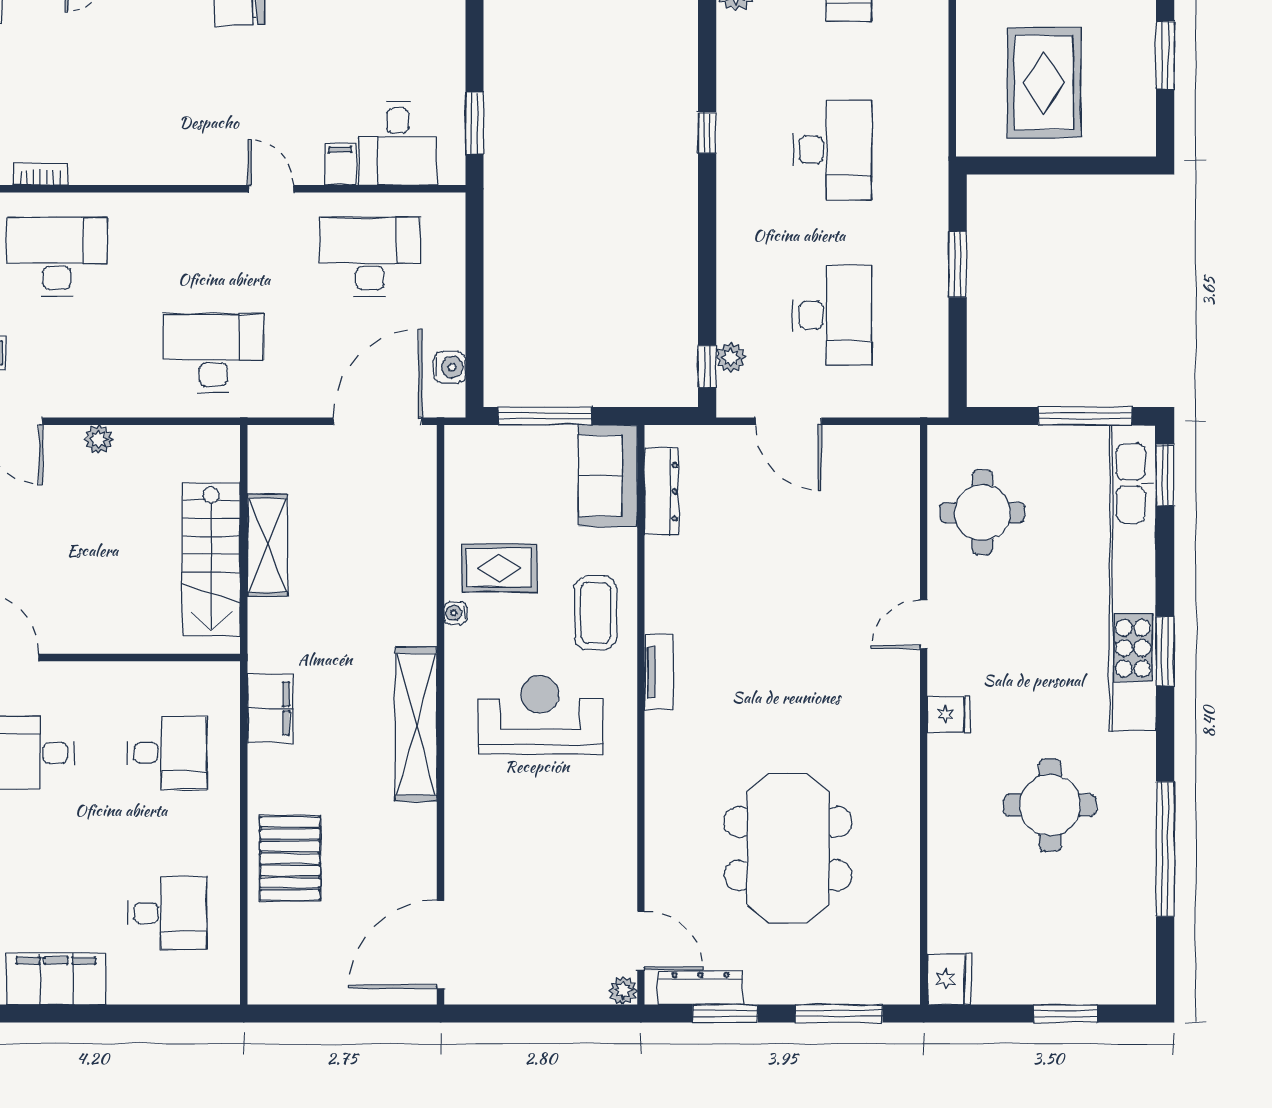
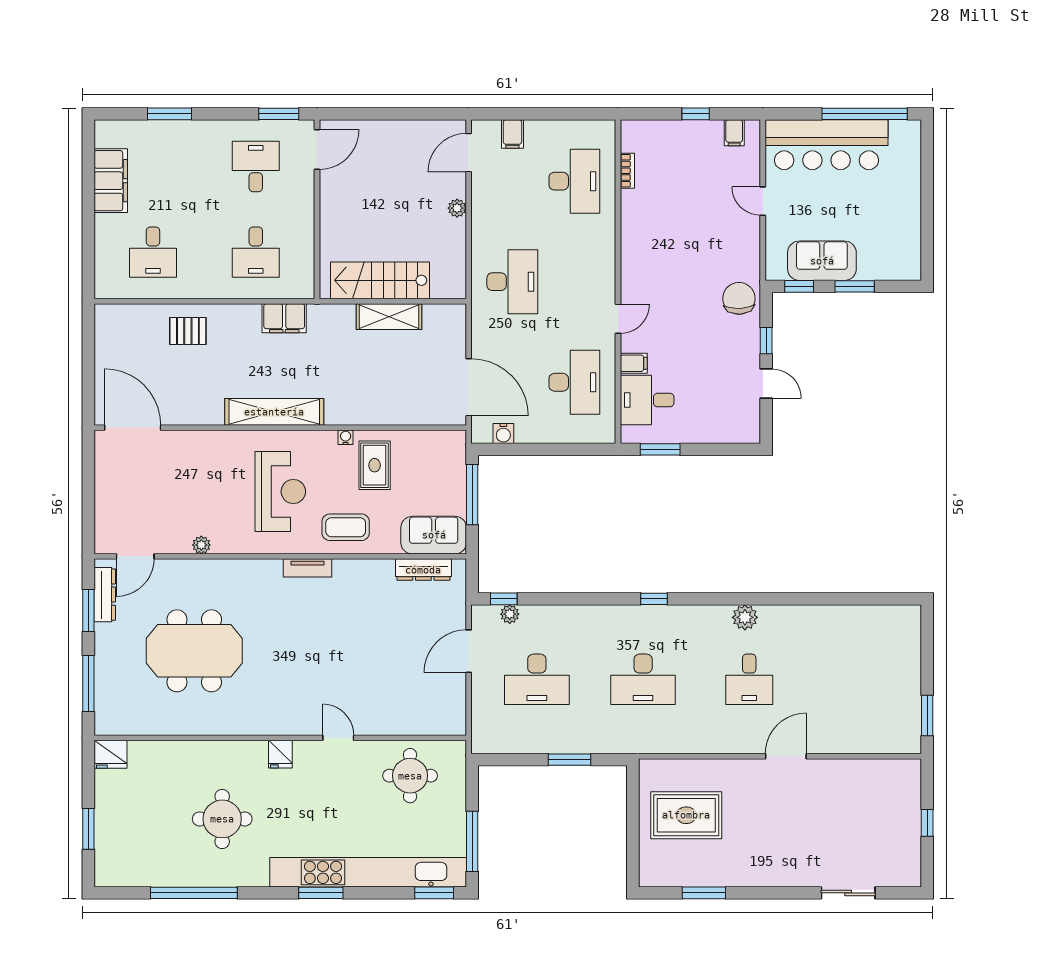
pallet: (290, 858) -> (188, 331), width x0.67, depth x0.71
plant: (623, 990) -> (201, 545), moved

